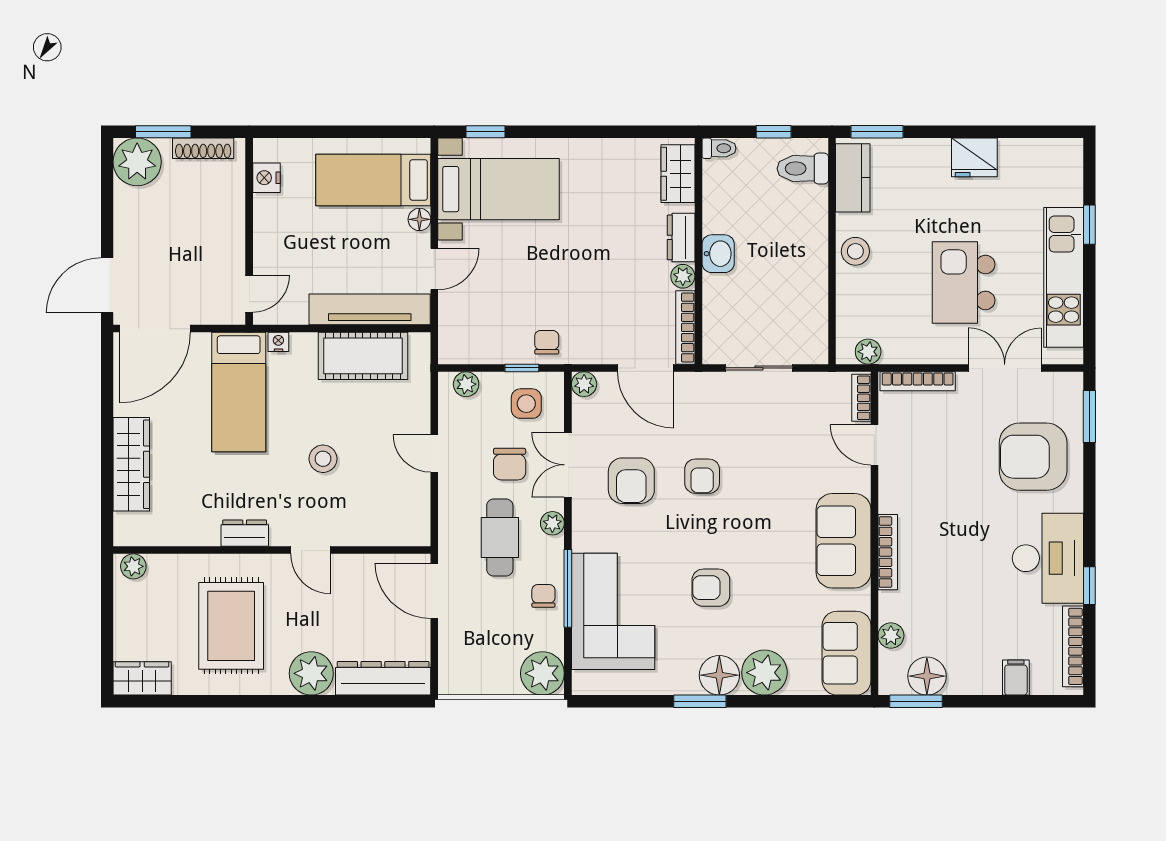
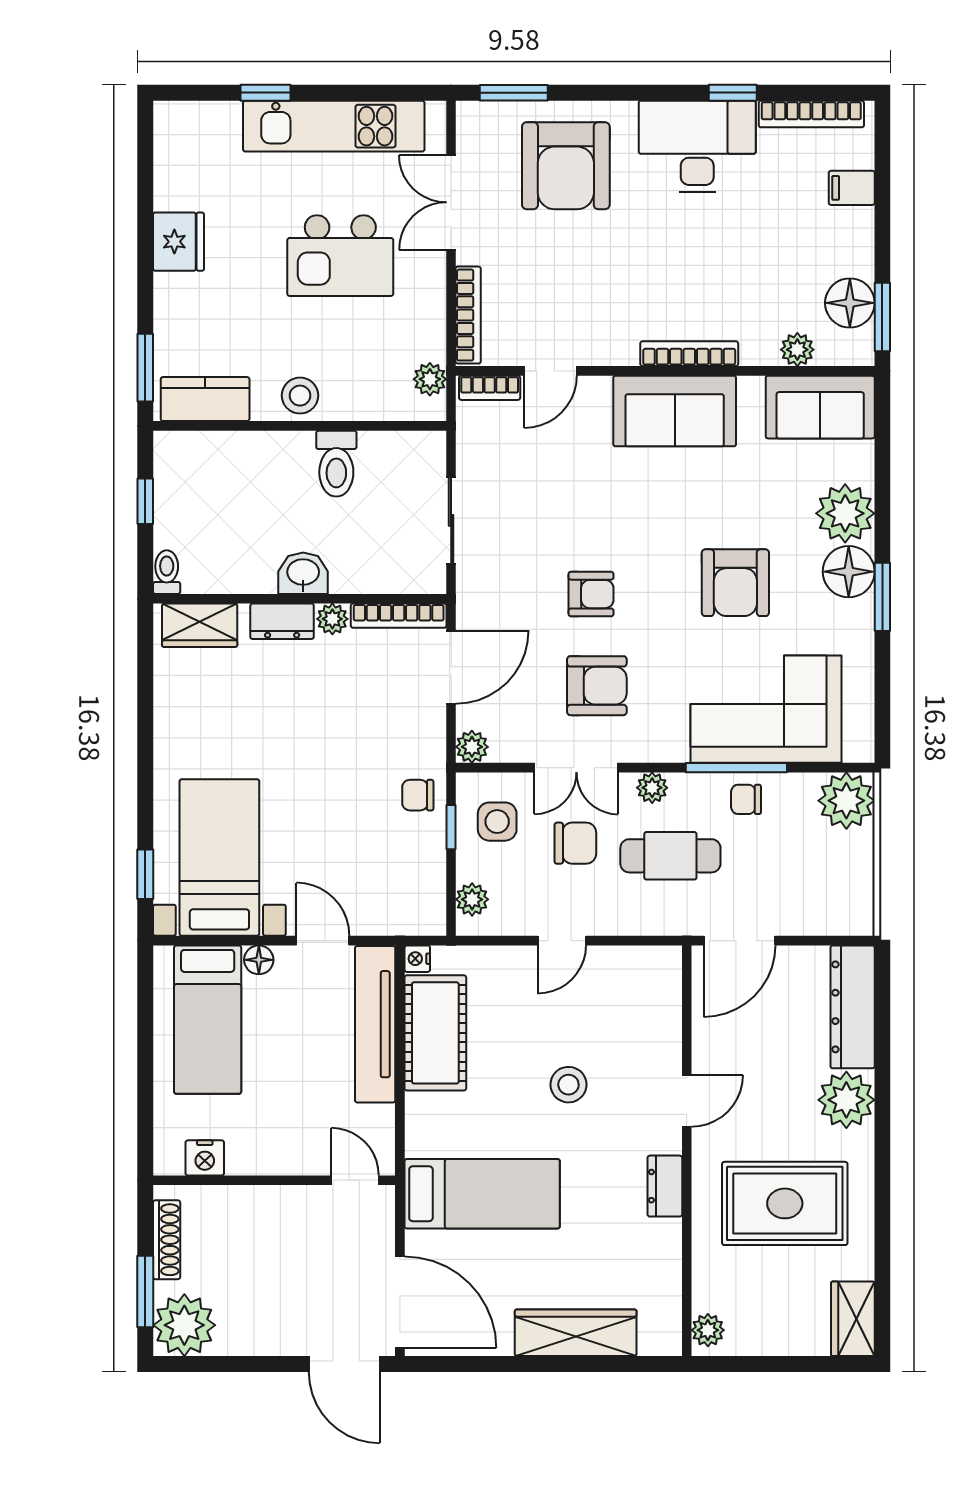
toilet: (803, 169) -> (336, 464), moved
nightstand: (278, 342) -> (417, 959), moved
armchair: (711, 588) -> (735, 583), width x1.38, depth x1.38

